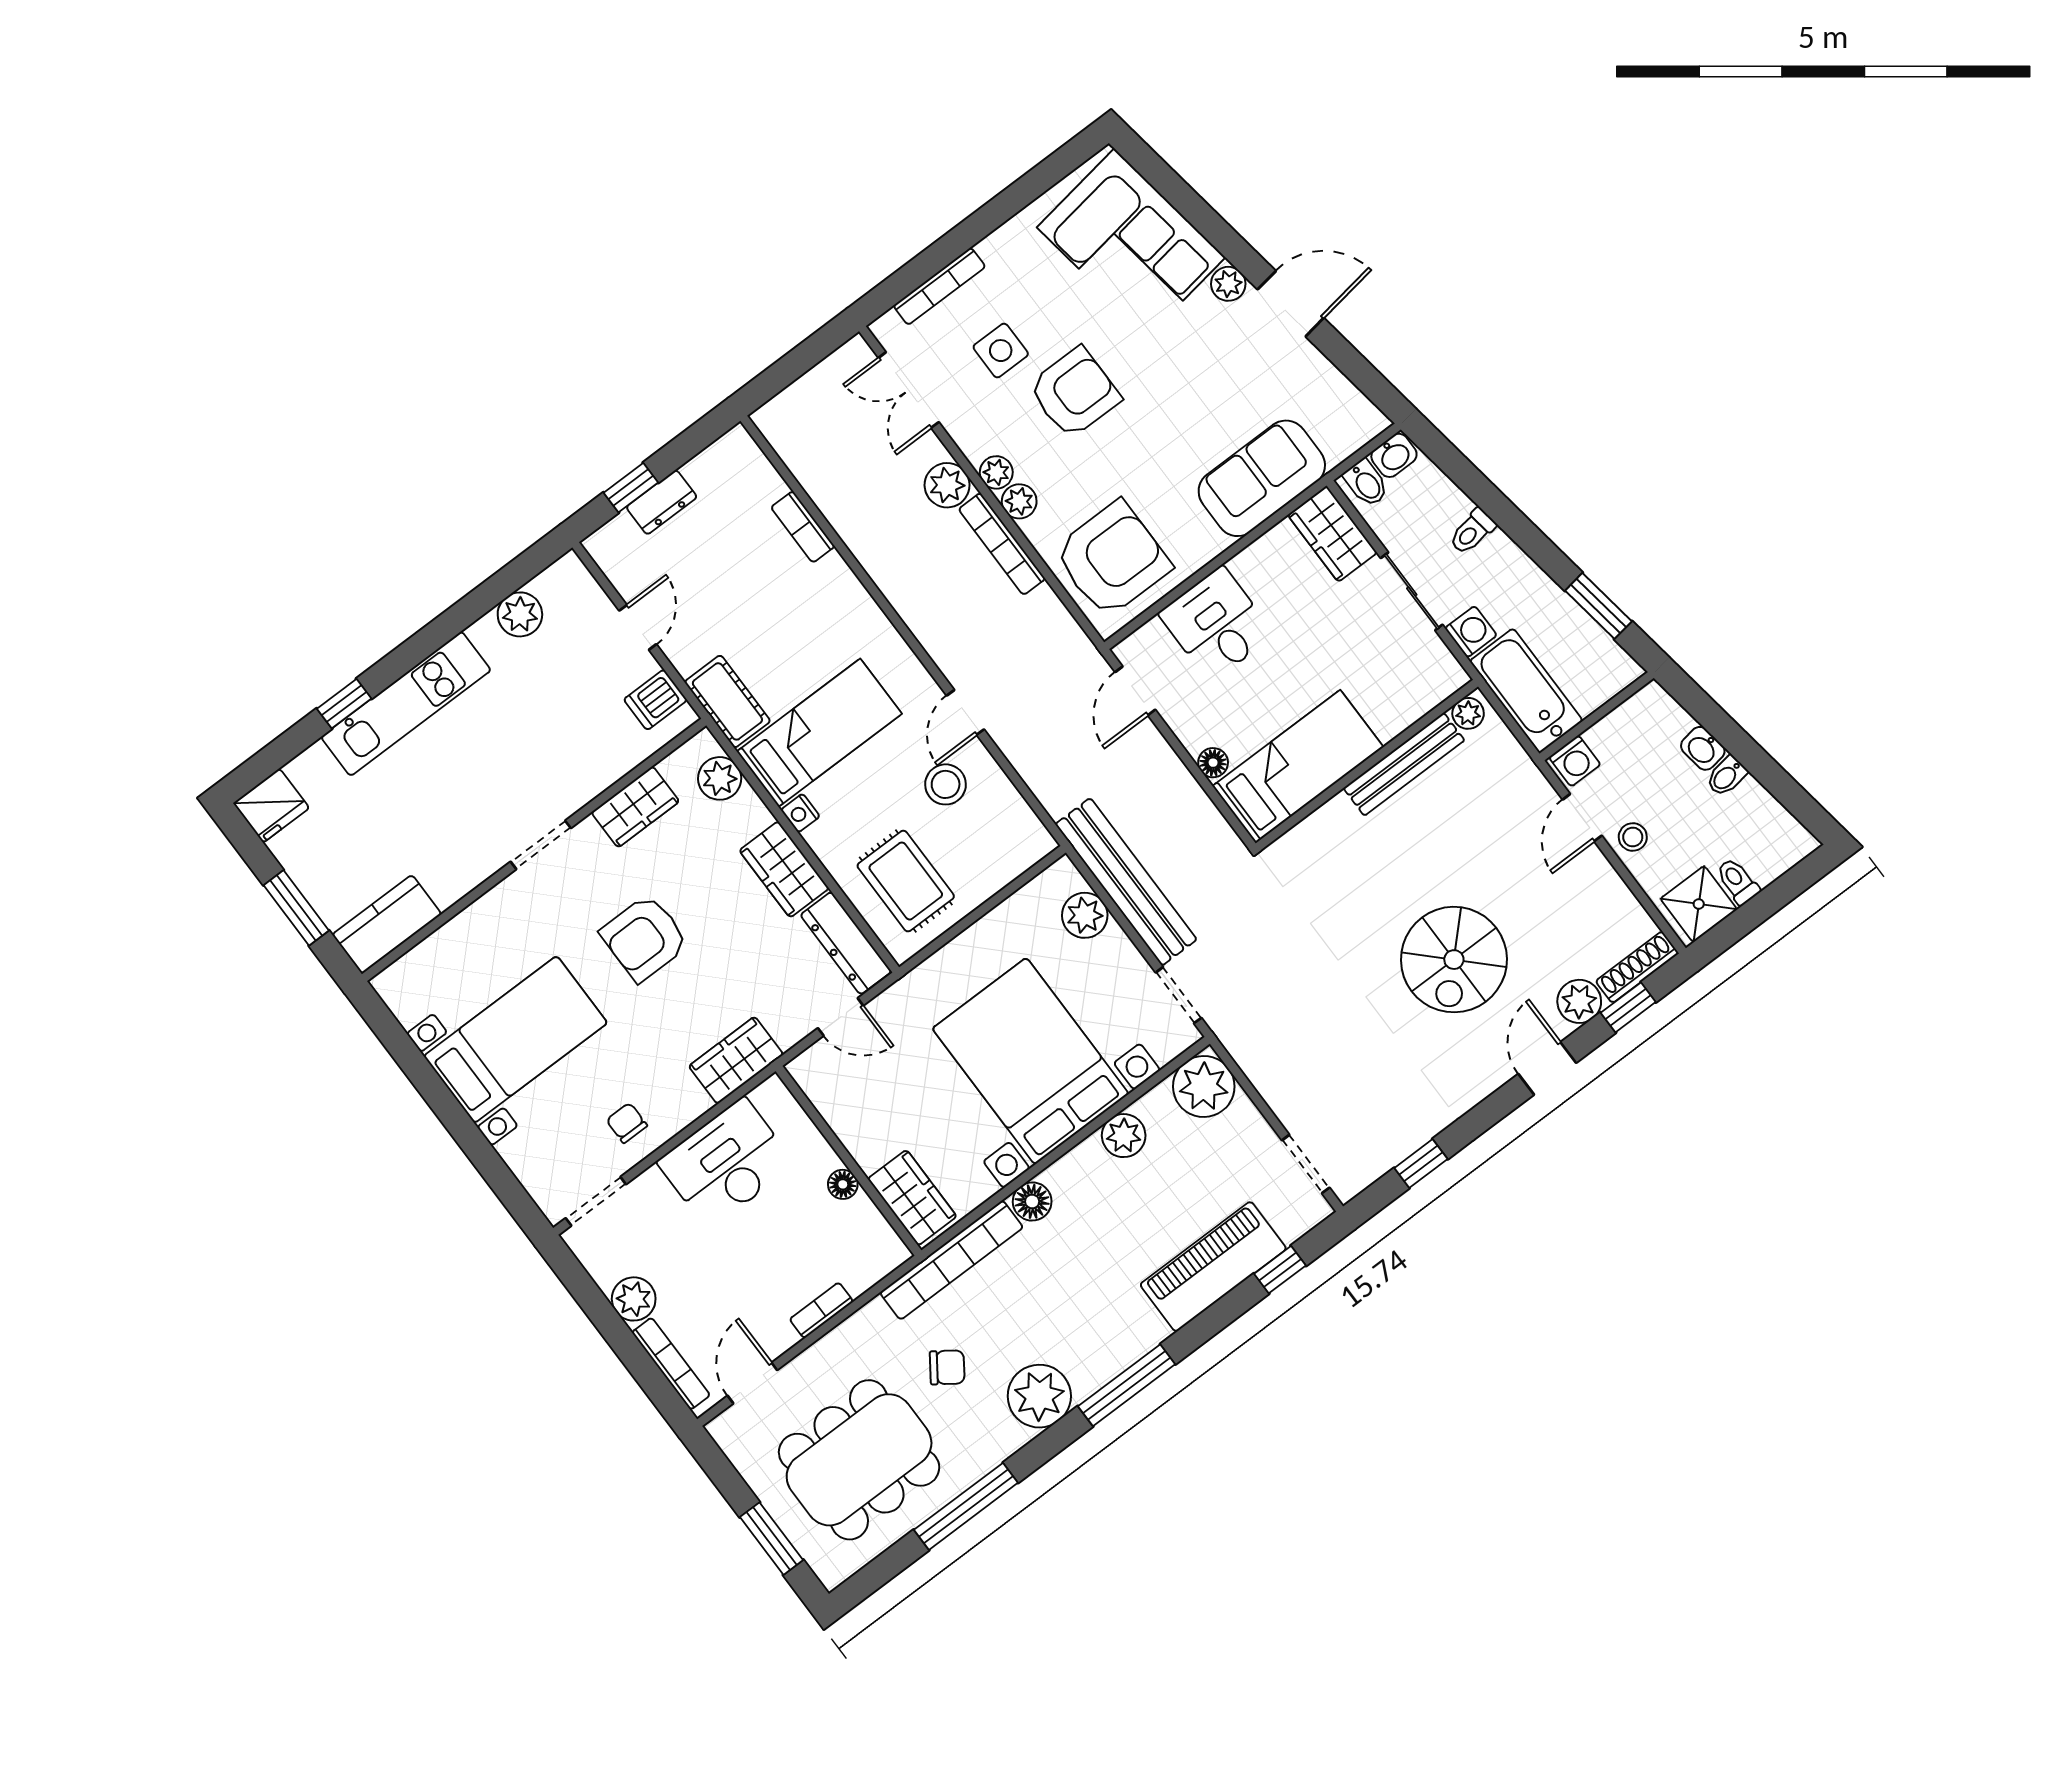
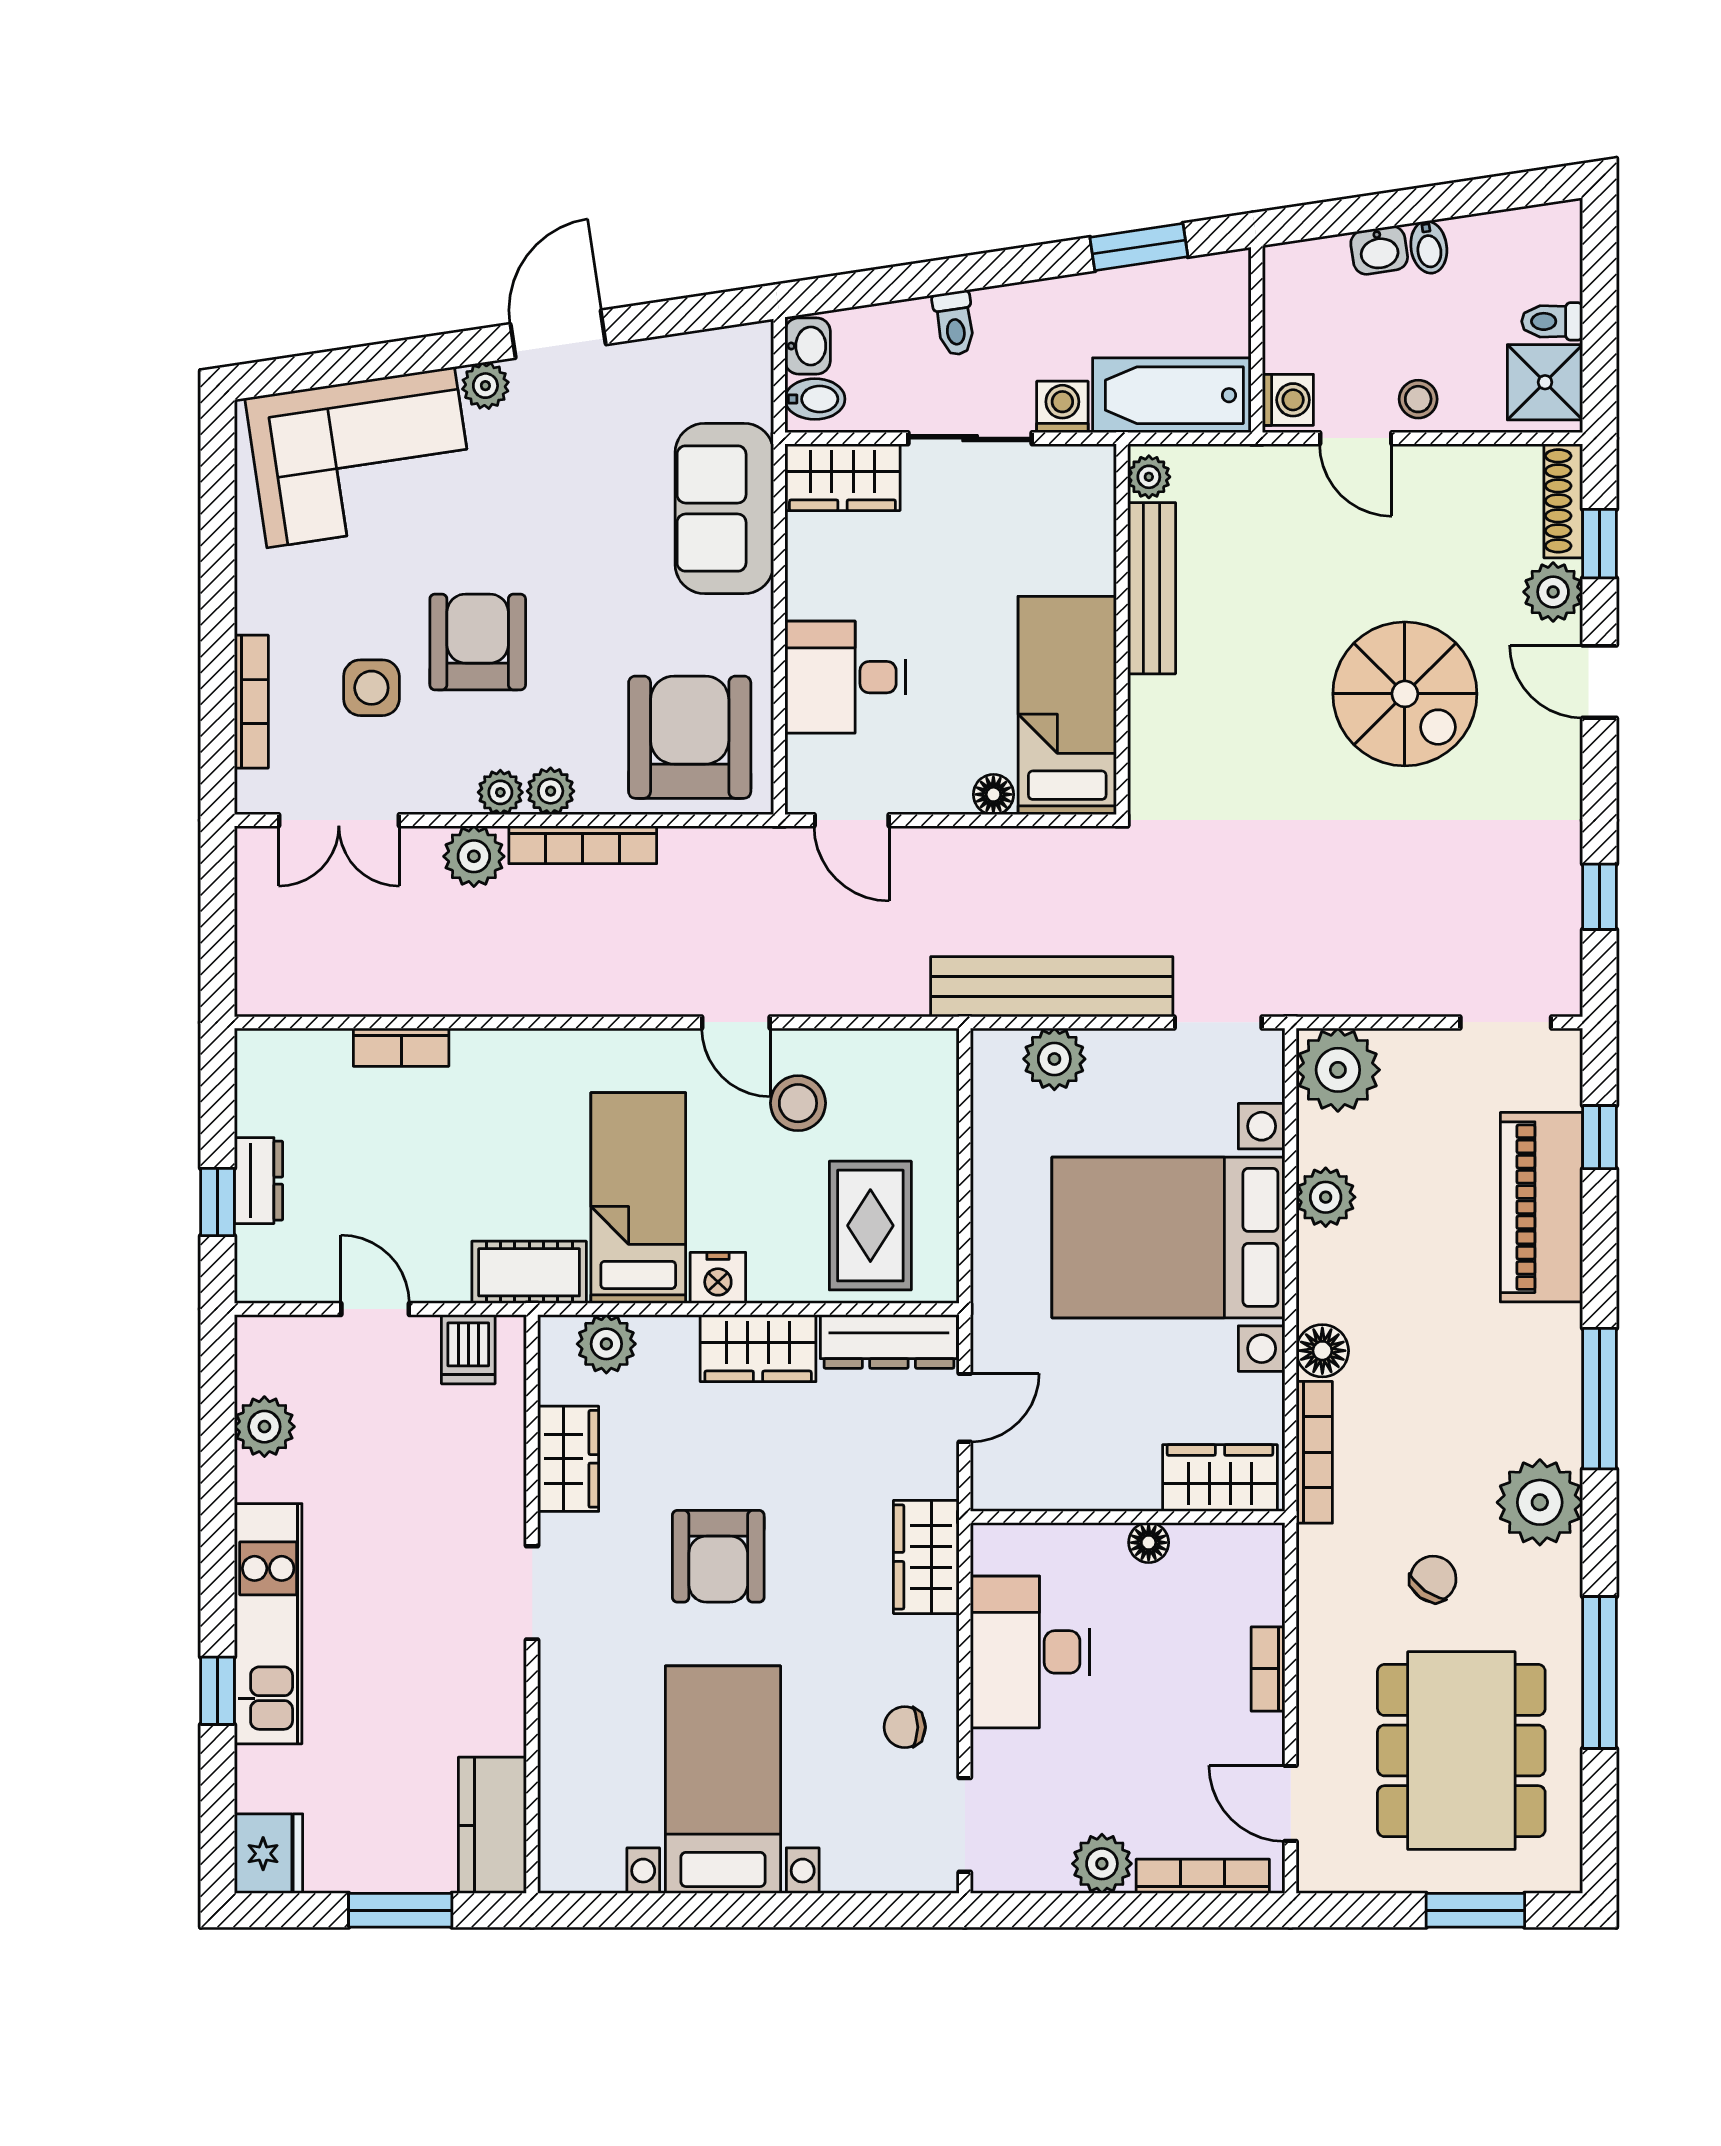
nightstand: (800, 813) -> (718, 1278), width x1.39, depth x1.35
rug: (906, 881) -> (870, 1226), turned 90
bookcase: (952, 1260) -> (1314, 1452), width x0.68, depth x0.76

